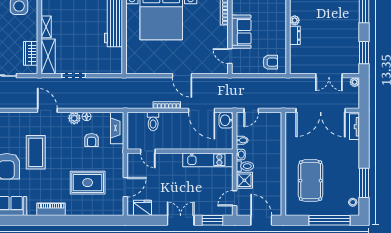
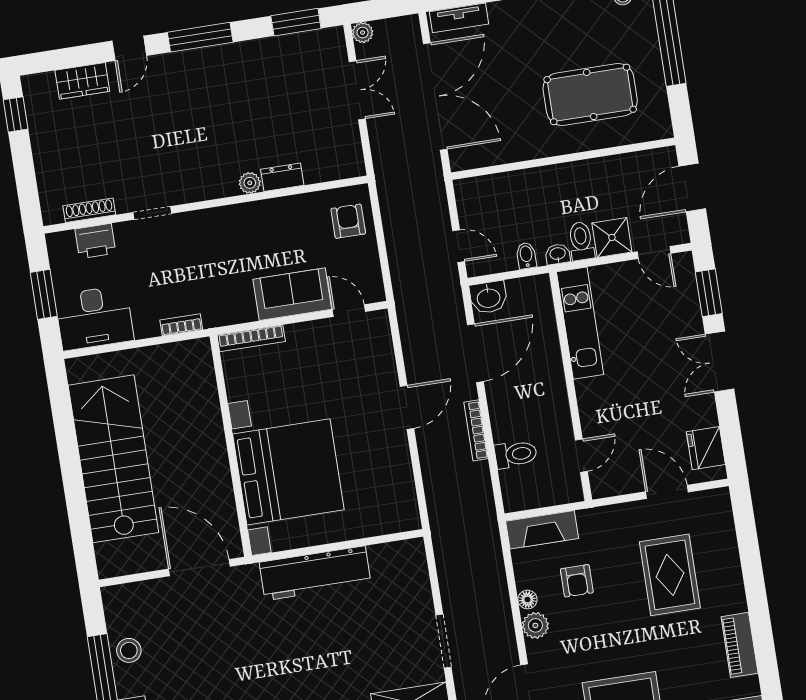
door: (230, 56) -> (349, 311), swing flipped
armchair: (92, 140) -> (577, 581), turned 90

